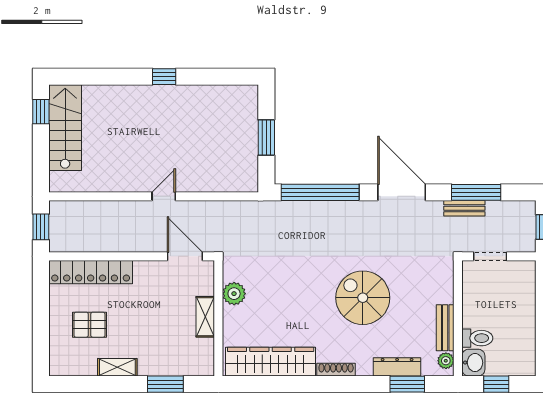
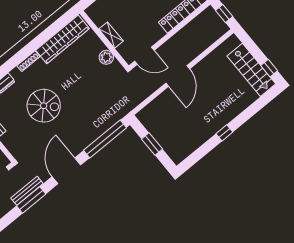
door: (402, 192) -> (66, 171), swing flipped
door: (164, 196) -> (178, 76), width x1.87
bench: (464, 208) -> (27, 191), width x1.36

